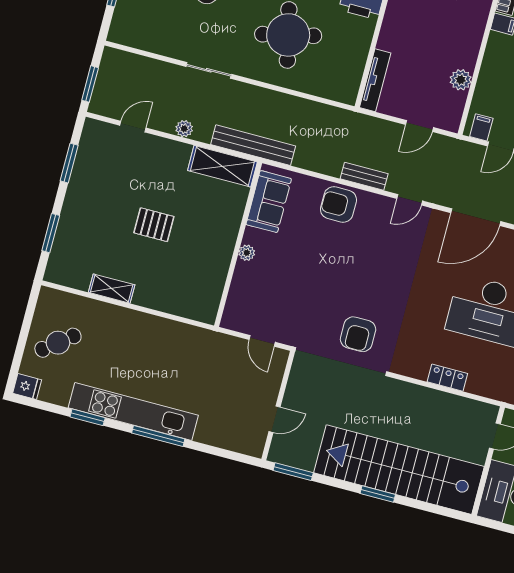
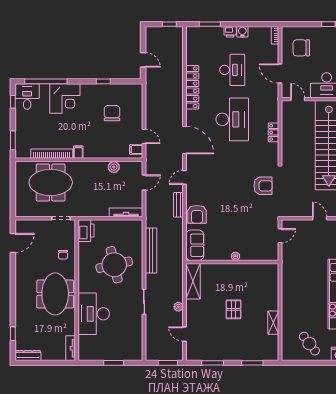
door: (420, 126) -> (144, 182), hinge flipped
bench: (253, 145) -> (151, 251), moved
door: (410, 200) -> (184, 177), swing flipped
sofa: (269, 202) -> (195, 245), moved, turned 90

